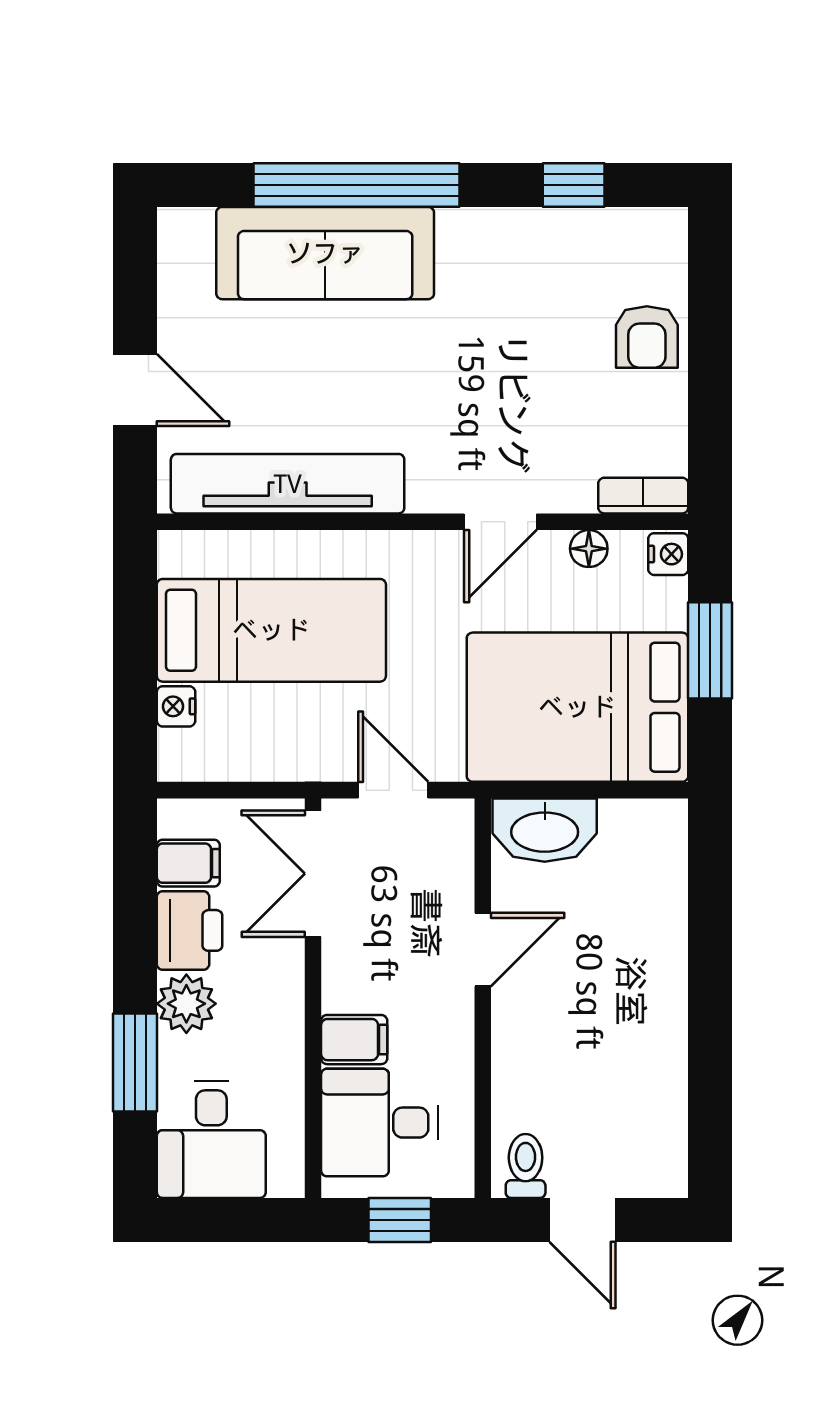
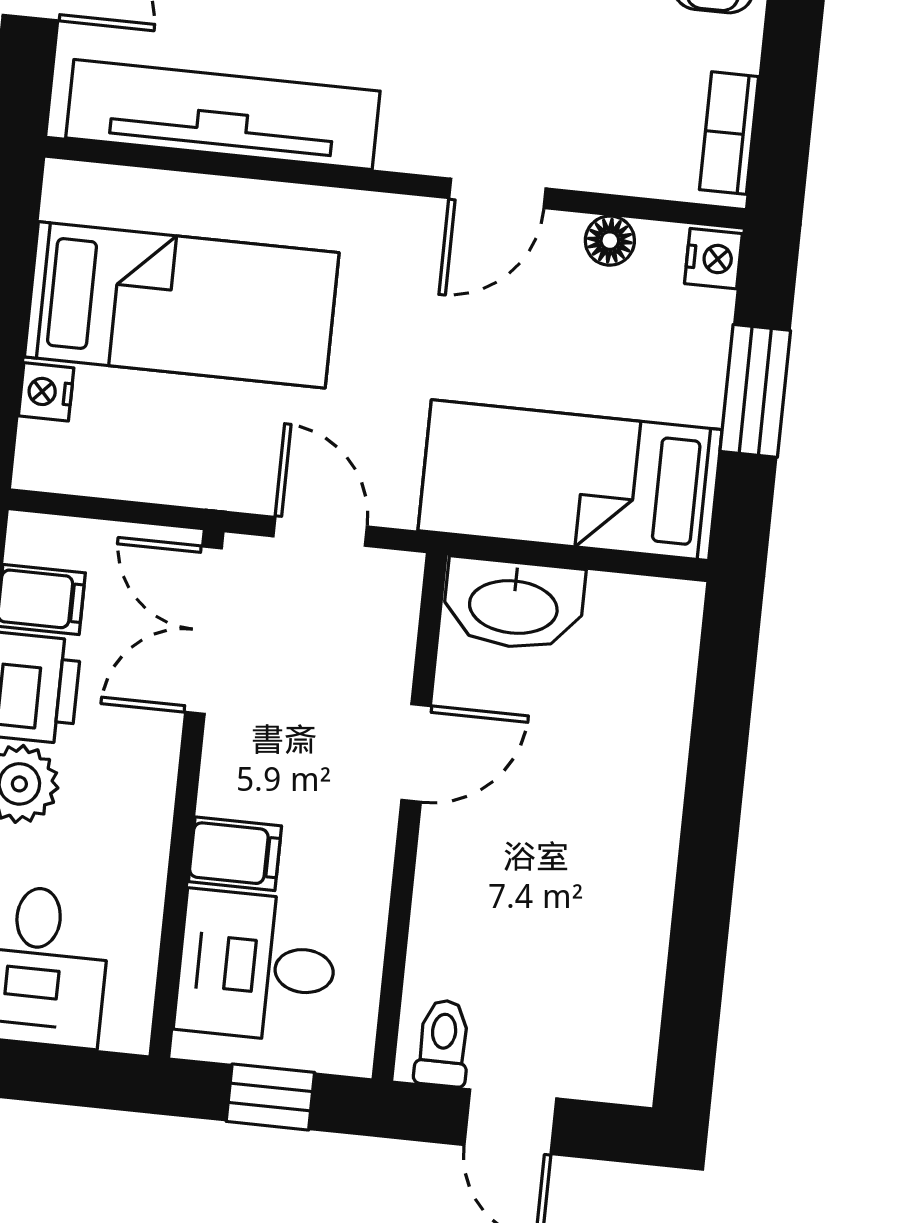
bookcase: (643, 496) -> (729, 133), moved, turned -90
bed: (577, 707) -> (570, 480), width x0.67

